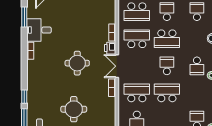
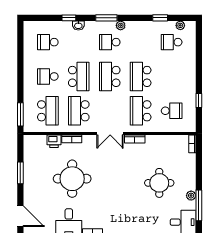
printer: (110, 48) -> (54, 141), moved
round table: (77, 63) -> (72, 179), moved, width x1.36, depth x1.36
school desk: (167, 66) -> (110, 76), width x1.85
school desk: (197, 66) -> (110, 42), turned 180

